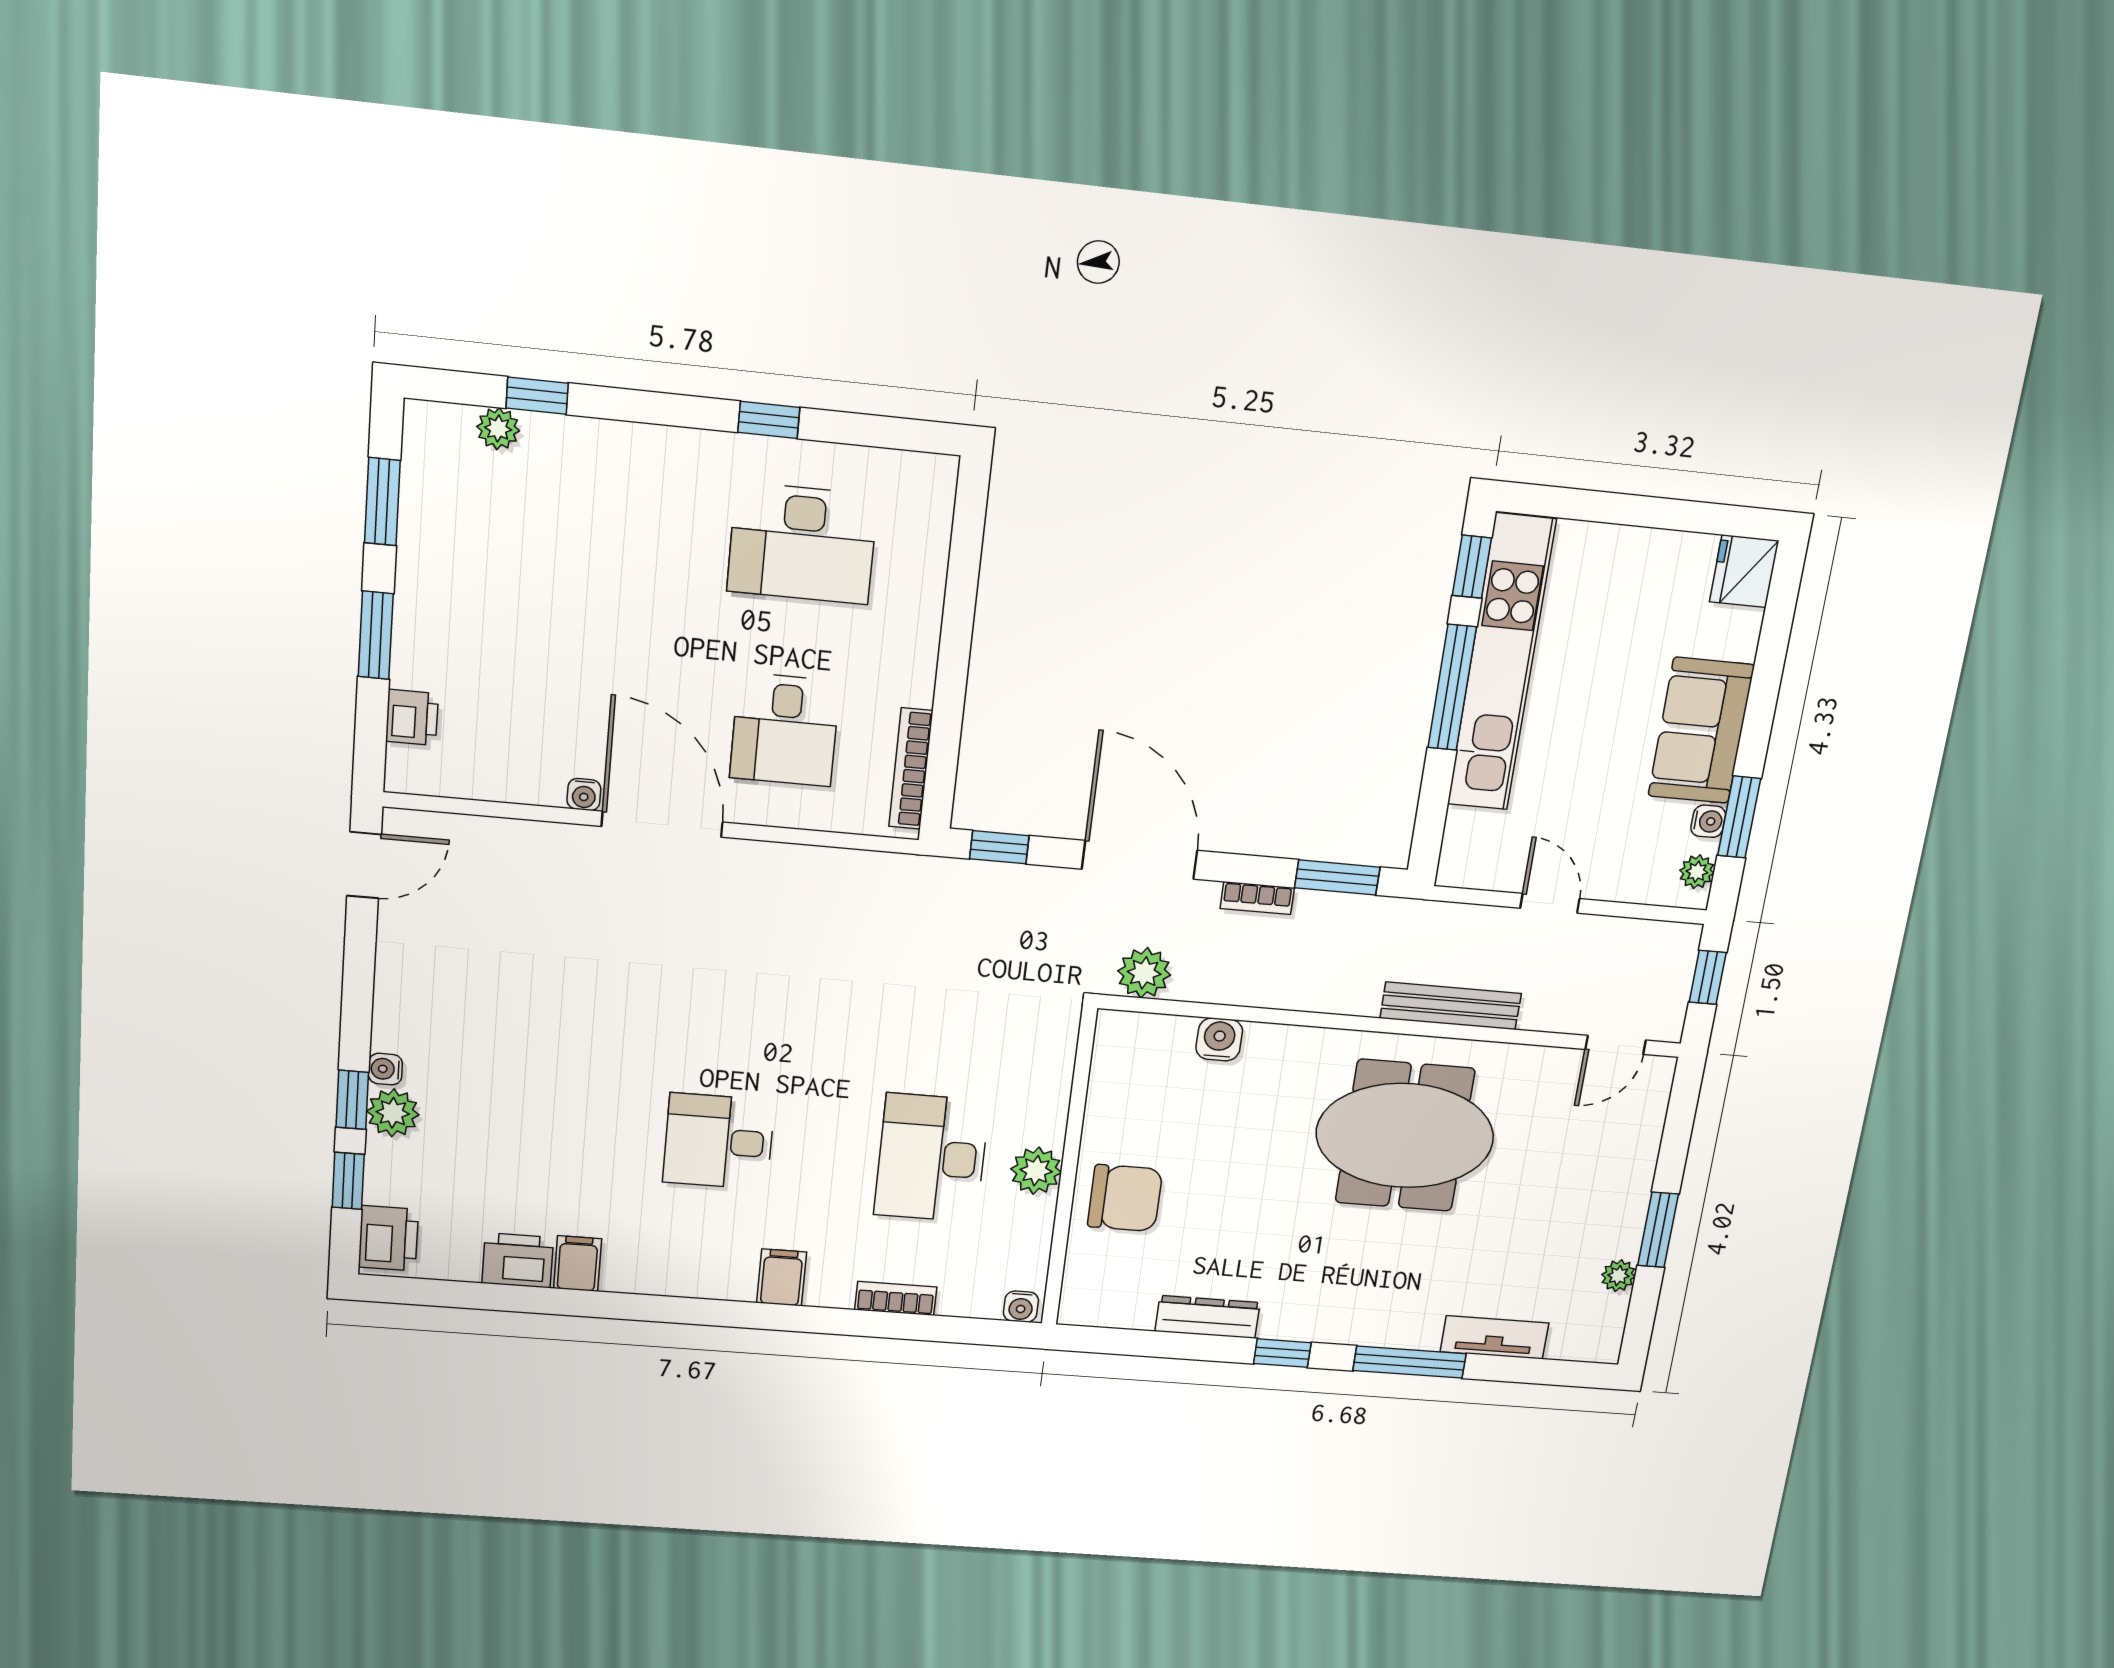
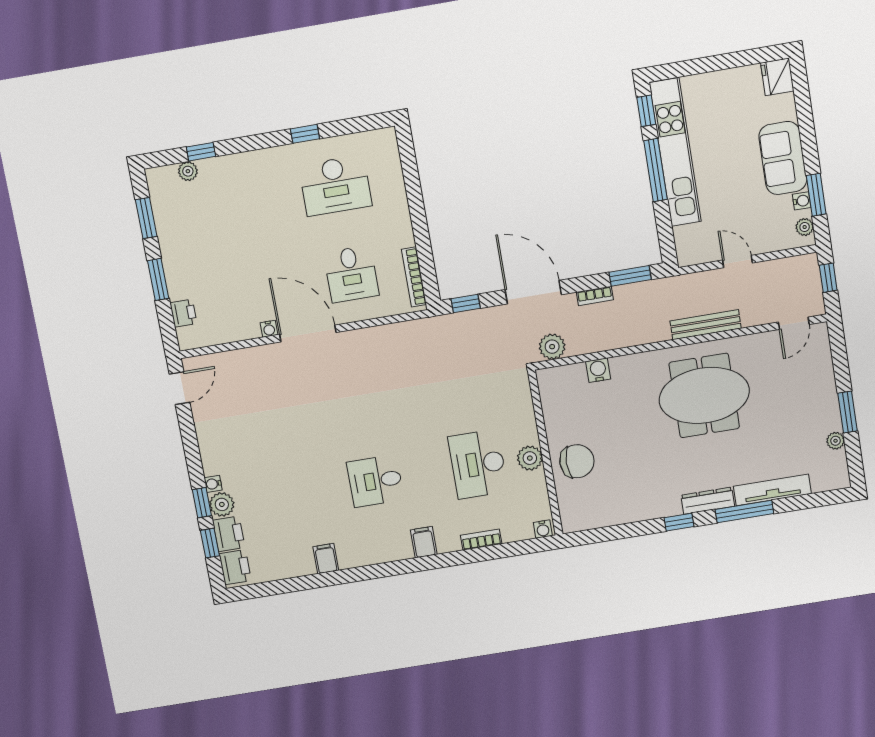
printer: (518, 1260) -> (229, 534), moved, turned 90
dresser: (1208, 1317) -> (708, 501), moved
tv unit: (1495, 1337) -> (772, 490), width x1.41

